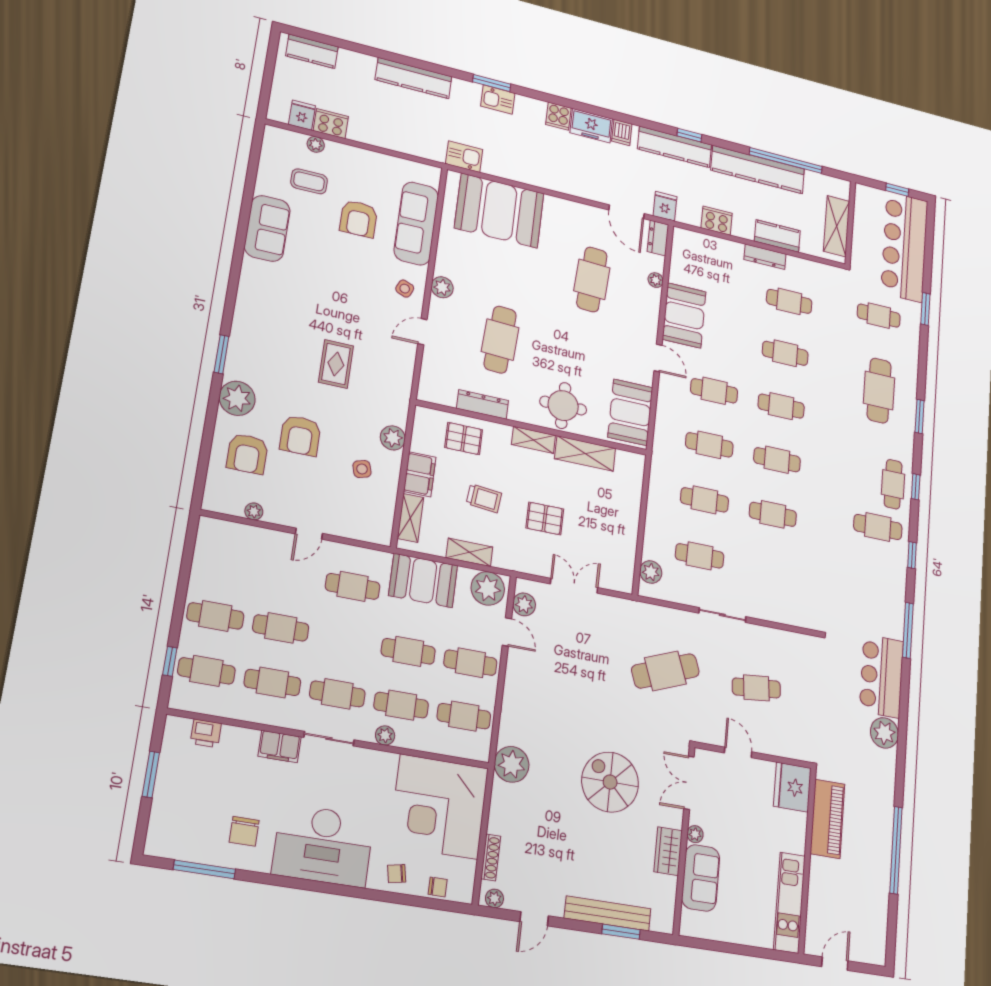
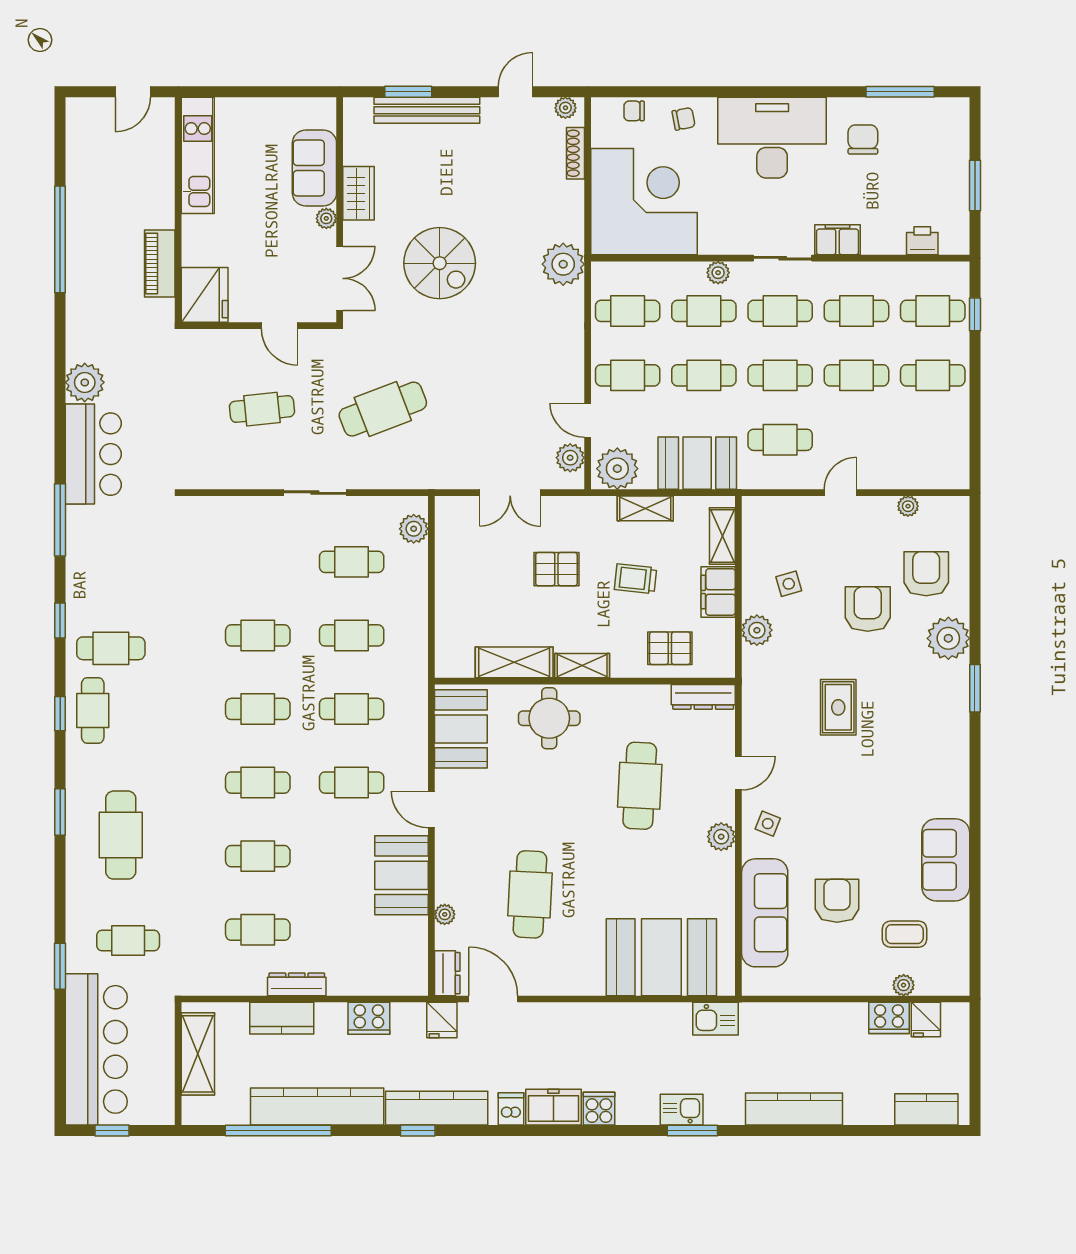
dresser: (483, 404) -> (703, 697), moved
cafe table: (345, 640) -> (780, 375), added
piano: (828, 819) -> (160, 263), width x0.73, depth x0.75

